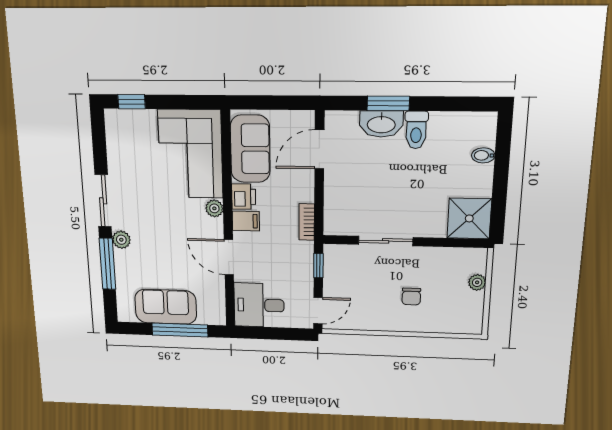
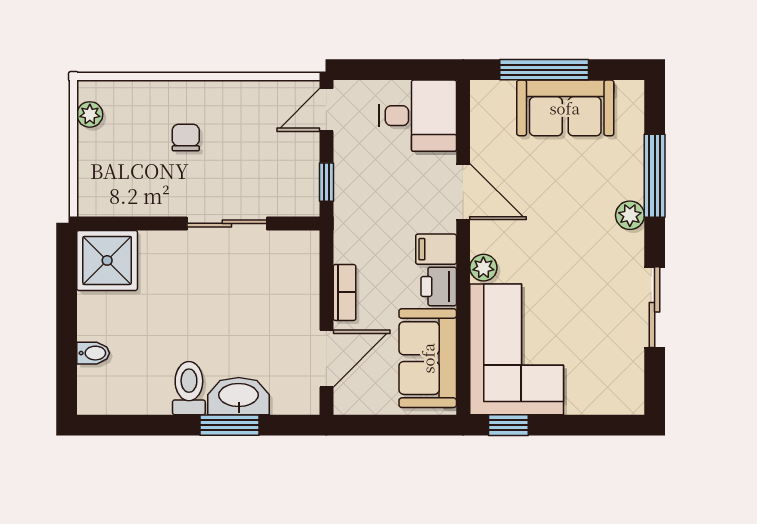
window: (132, 102) -> (508, 425), moved
sliding door: (103, 201) -> (655, 307), moved
bookcase: (307, 222) -> (344, 292), moved
plant: (477, 282) -> (90, 114), moved

